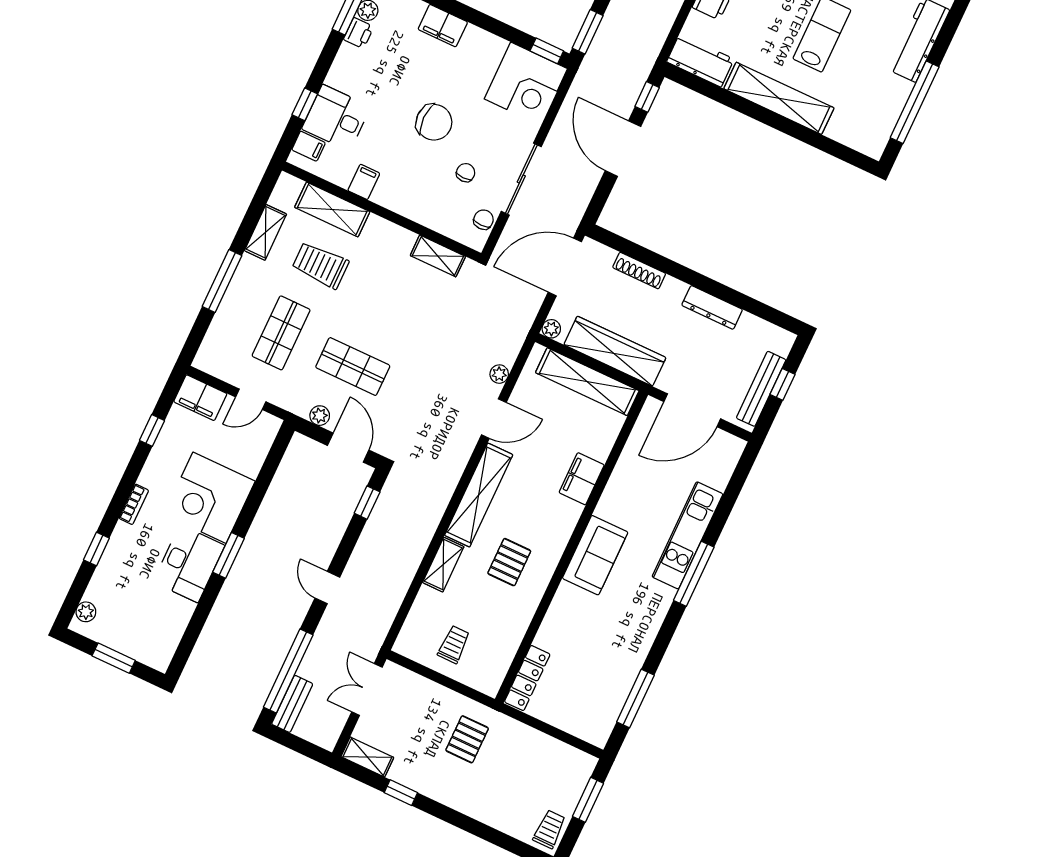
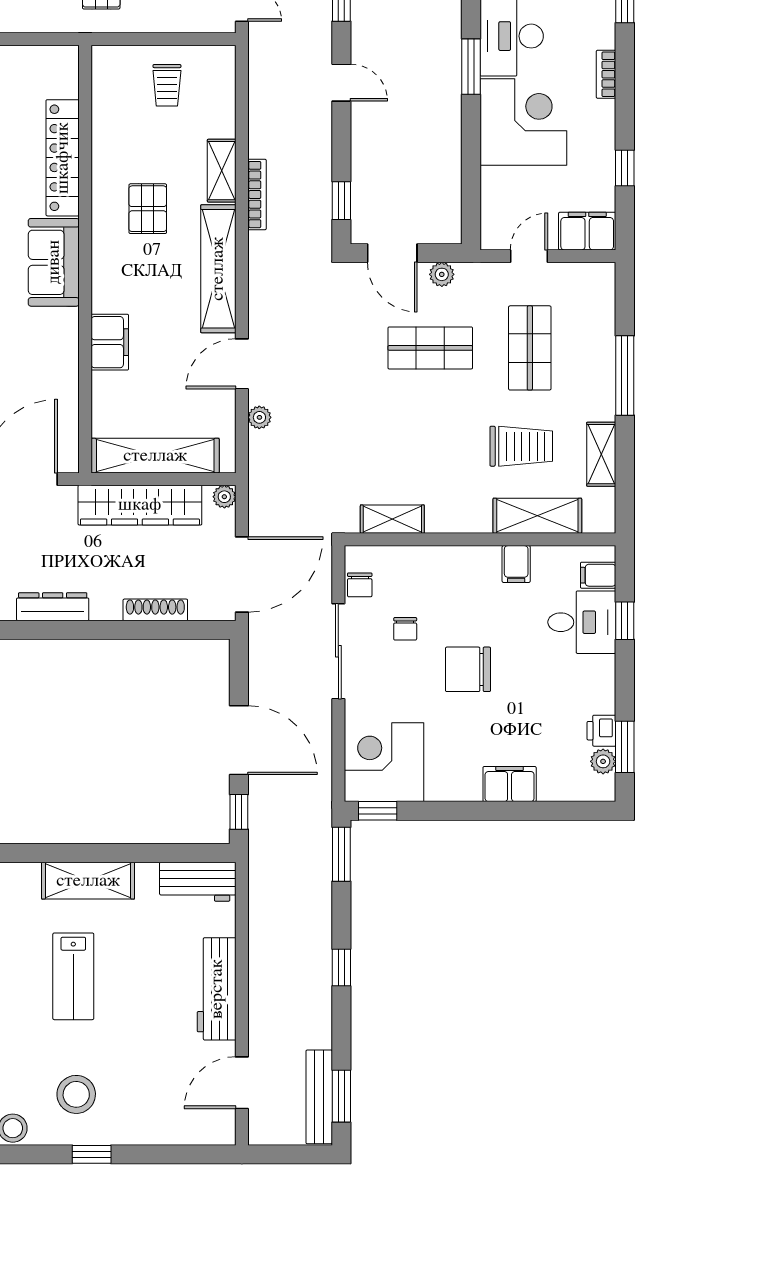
shelving: (779, 98) -> (88, 881), width x0.68
bookcase: (426, 535) -> (257, 195), added
locker: (527, 678) -> (63, 158), moved, width x1.41, depth x1.21

